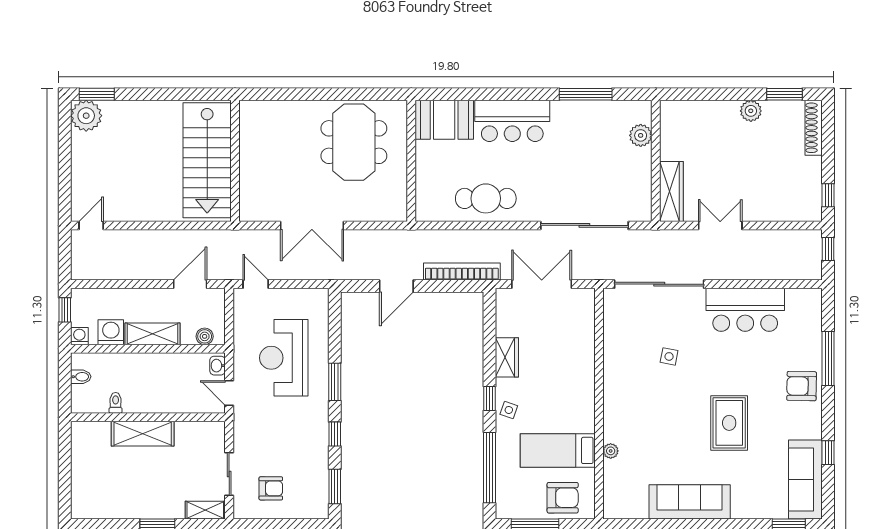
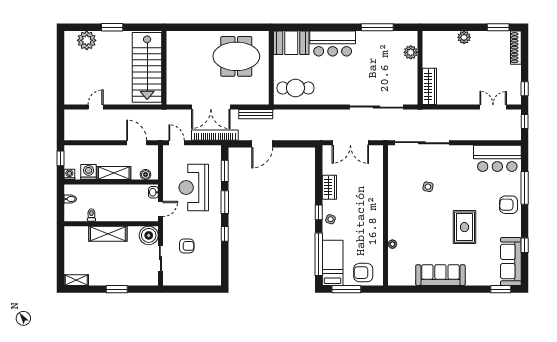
window: (97, 94) -> (112, 27), moved
plant: (751, 111) -> (464, 37), moved
plant: (86, 116) -> (87, 40), moved
meeting table: (354, 142) -> (236, 56), turned 90
cafe table: (486, 198) -> (295, 88), moved
door: (91, 225) -> (96, 107), moved
double door: (720, 225) -> (493, 107), moved
bench: (386, 237) -> (256, 114), added
bookcase: (462, 272) -> (215, 135), moved
door: (190, 284) -> (137, 143), hinge flipped
double door: (542, 284) -> (350, 143), swing flipped
bar counter: (745, 310) -> (497, 158), moved
door: (229, 393) -> (160, 209), swing flipped
boiler: (210, 437) -> (149, 235), added
bed: (558, 450) -> (333, 263), moved, turned 90
window: (335, 486) -> (225, 171), moved
armchair: (271, 488) -> (187, 246), moved
armchair: (563, 498) -> (363, 273), turned 180
shelving: (205, 510) -> (76, 280), moved

